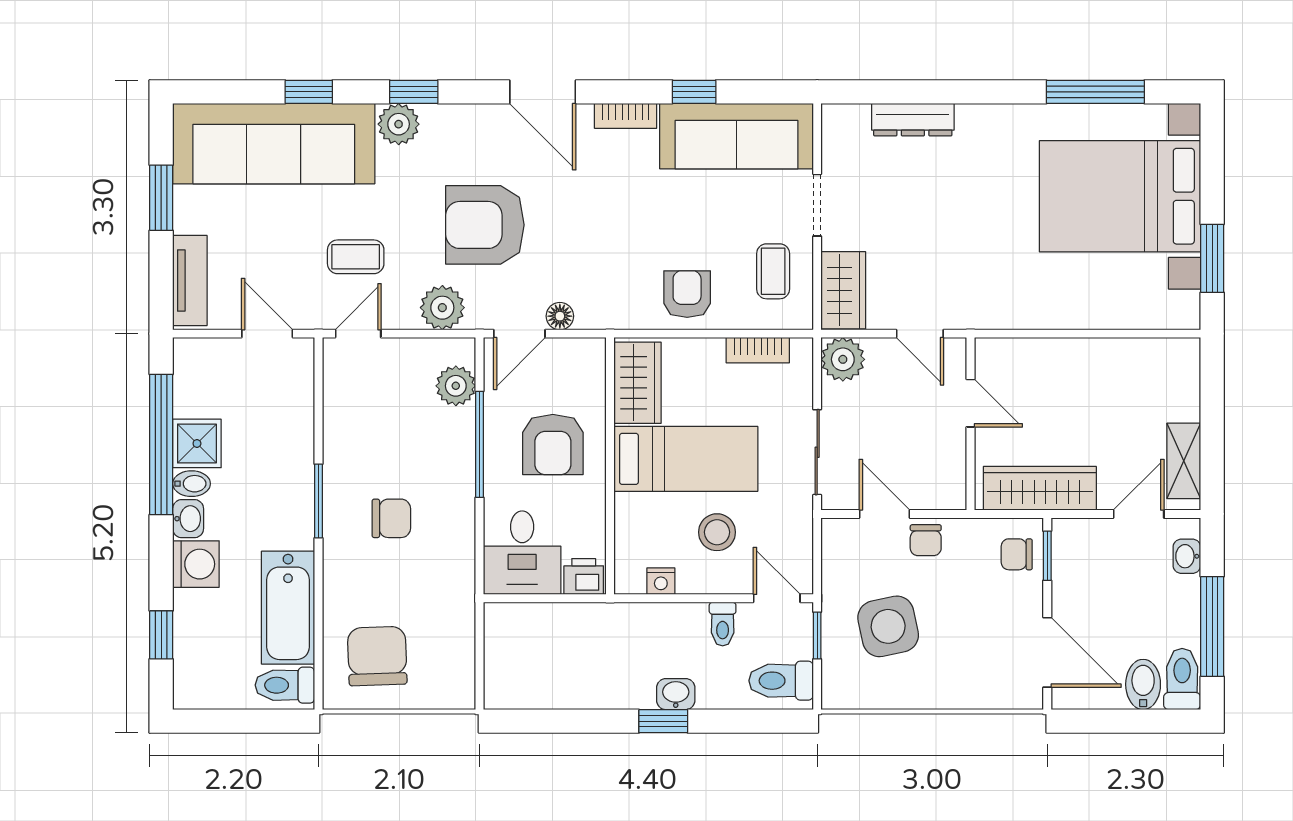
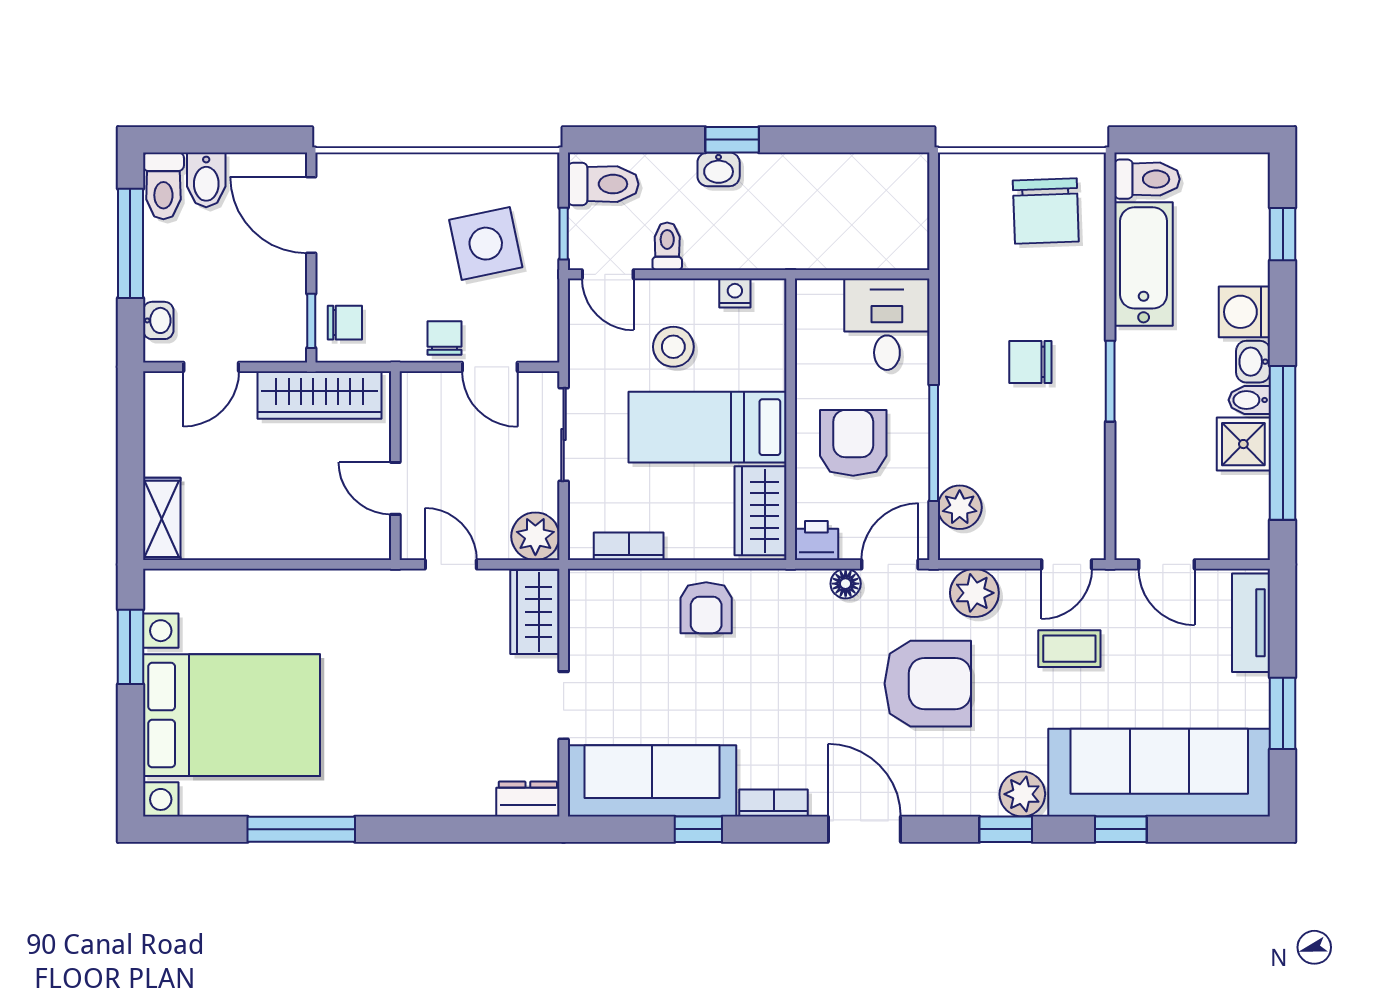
window: (1095, 92) -> (301, 829), moved
dresser: (913, 120) -> (528, 799), moved, width x0.70
coffee table: (773, 271) -> (612, 633), removed
shelving: (1184, 461) -> (162, 519), moved
printer: (584, 577) -> (816, 541), moved, turned 180

